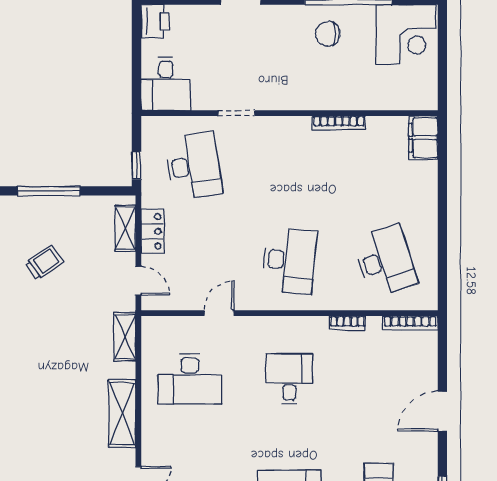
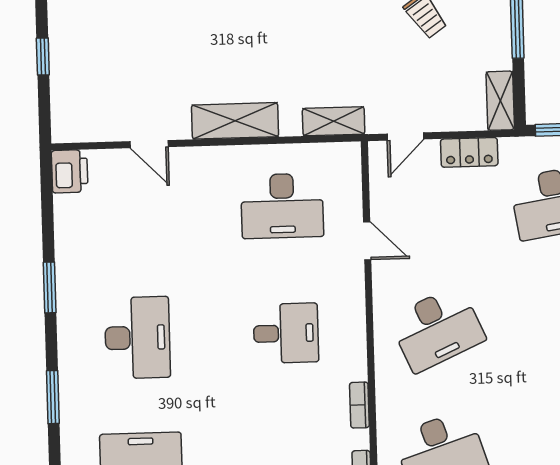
shelving: (125, 228) -> (500, 101), moved, turned 90
desk: (289, 261) -> (437, 329), turned -30
desk: (190, 379) -> (282, 206), turned -90

